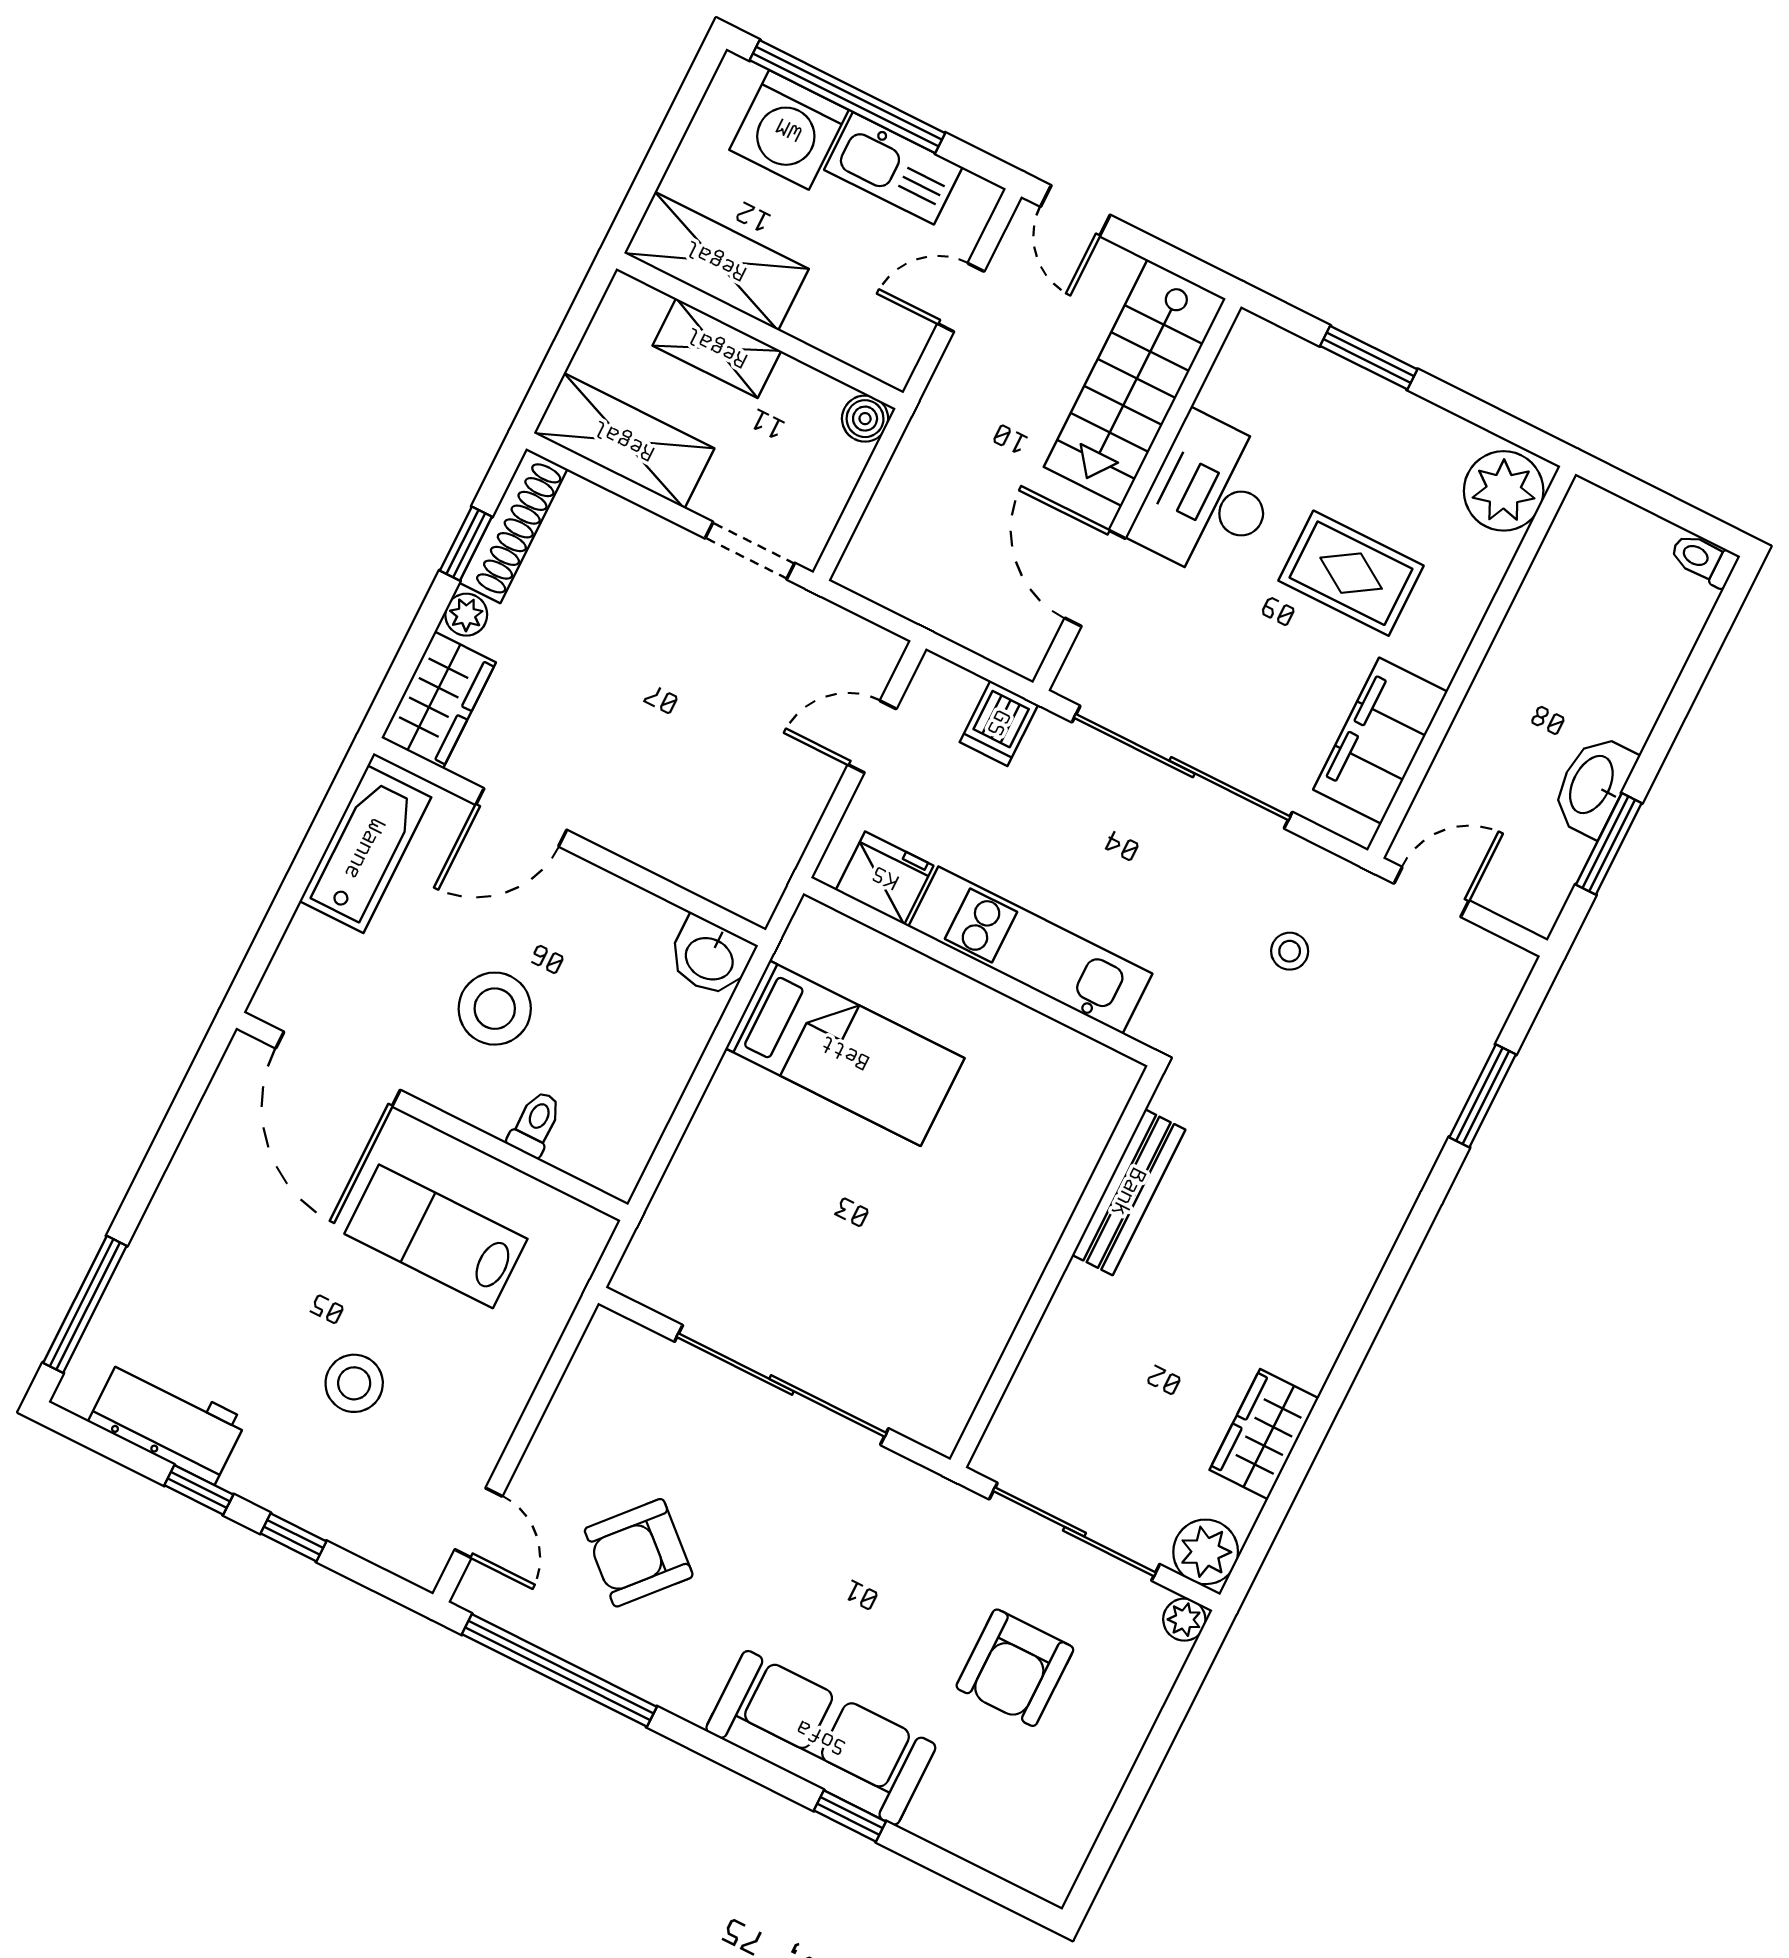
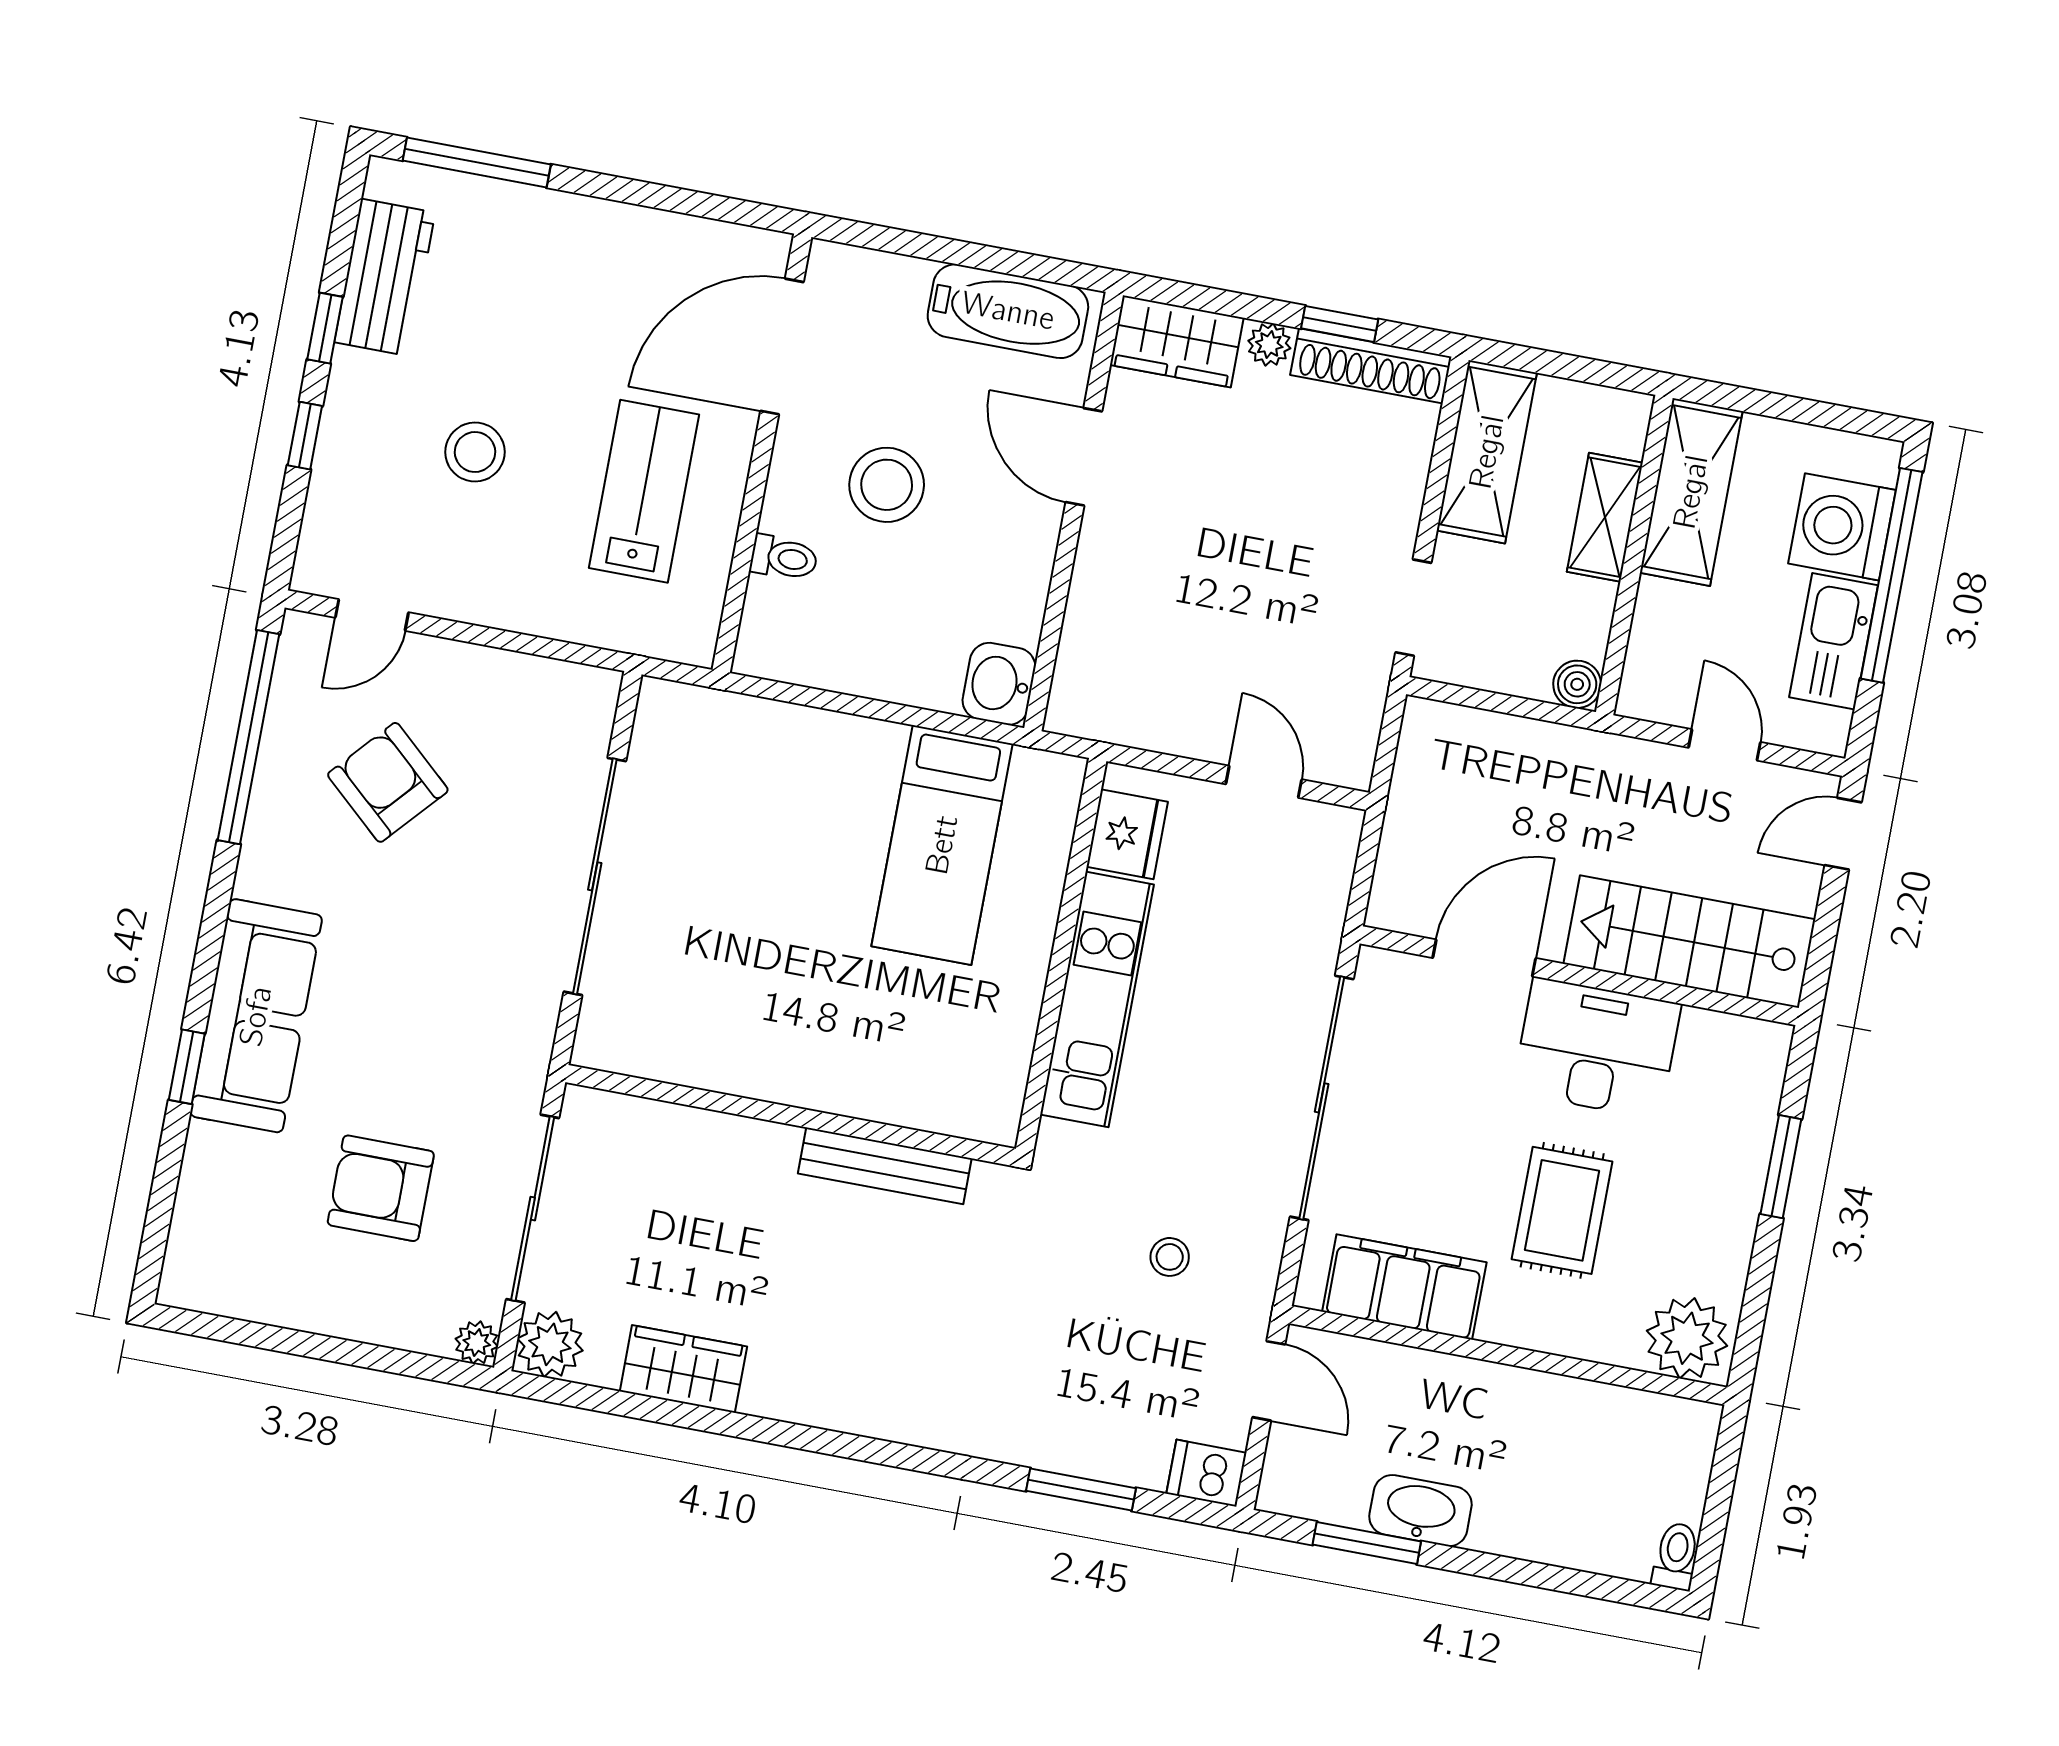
dishwasher: (999, 723) -> (1206, 1473), moved

